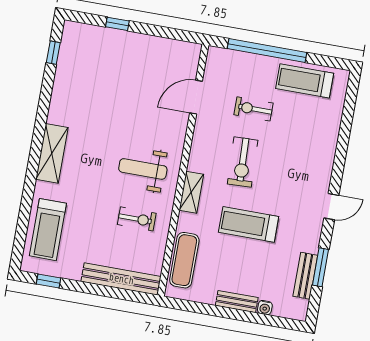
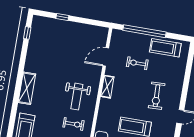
exercise bike: (243, 162) -> (157, 96), moved
weight bench: (143, 169) -> (77, 97), turned -90
shelving: (191, 192) -> (107, 87), moved

